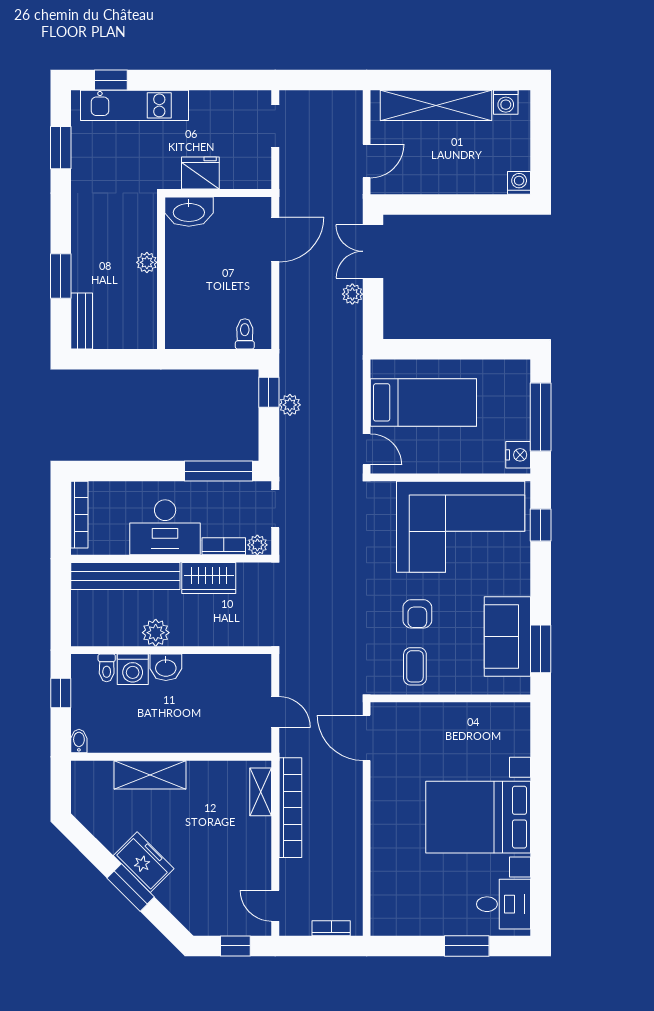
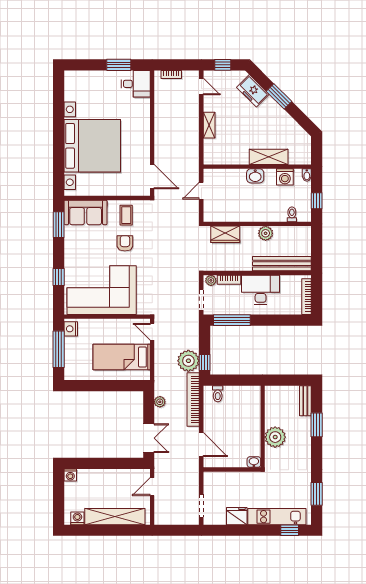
fridge: (200, 173) -> (237, 516), moved, turned 180
washbasin: (189, 212) -> (254, 462), width x0.52, depth x0.69
door: (275, 240) -> (201, 445), swing flipped
plant: (147, 262) -> (275, 437), width x1.87, depth x1.87
plant: (352, 294) -> (160, 402), moved
plant: (290, 405) -> (188, 361), width x1.88, depth x1.88
window: (541, 525) -> (59, 277), moved
wardrobe: (209, 578) -> (225, 234), moved, turned 180
sofa: (507, 636) -> (86, 212), moved, turned 90
washbasin: (166, 667) -> (255, 176), moved, turned 180
washing machine: (133, 669) -> (285, 177), moved, turned 180
door: (275, 712) -> (201, 191), hinge flipped
shelving: (261, 792) -> (209, 125), moved
bookcase: (290, 808) -> (193, 400), moved
bed with nightstands: (478, 817) -> (92, 146), width x1.36
freezer: (144, 862) -> (253, 91), moved
desk: (504, 904) -> (136, 84), moved, turned 180
window: (467, 946) -> (119, 65), moved

